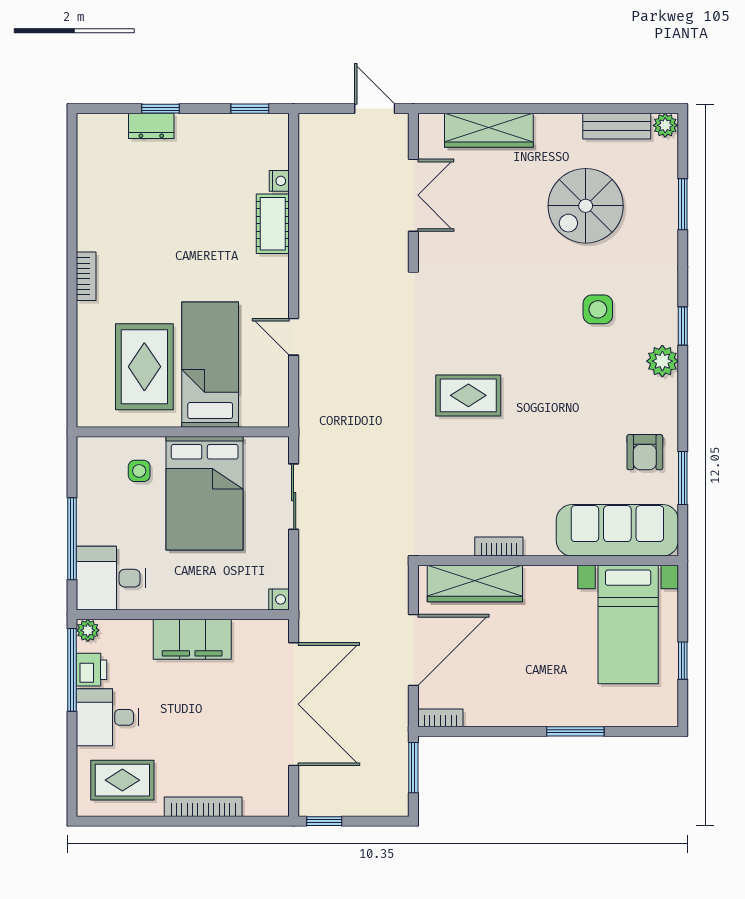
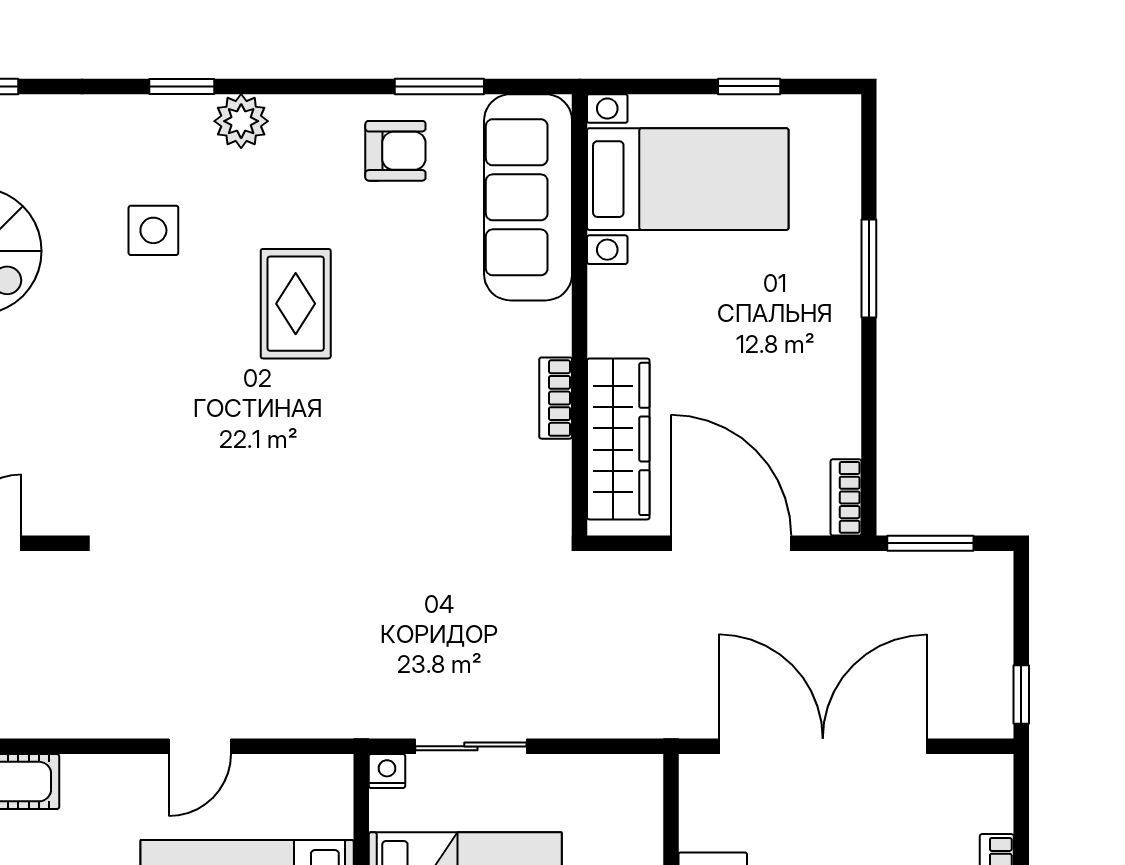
rug: (468, 395) -> (296, 304), moved
nightstand: (279, 599) -> (387, 771), moved

